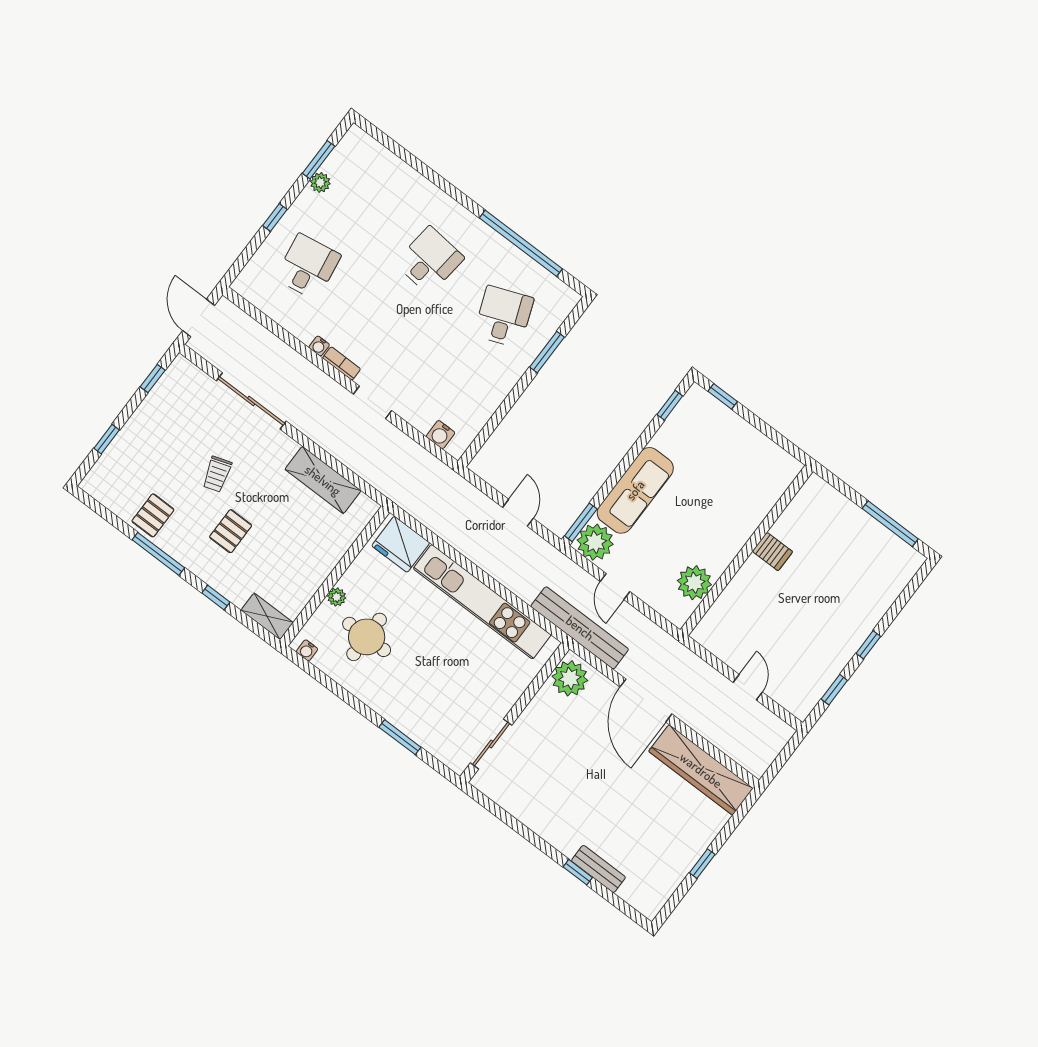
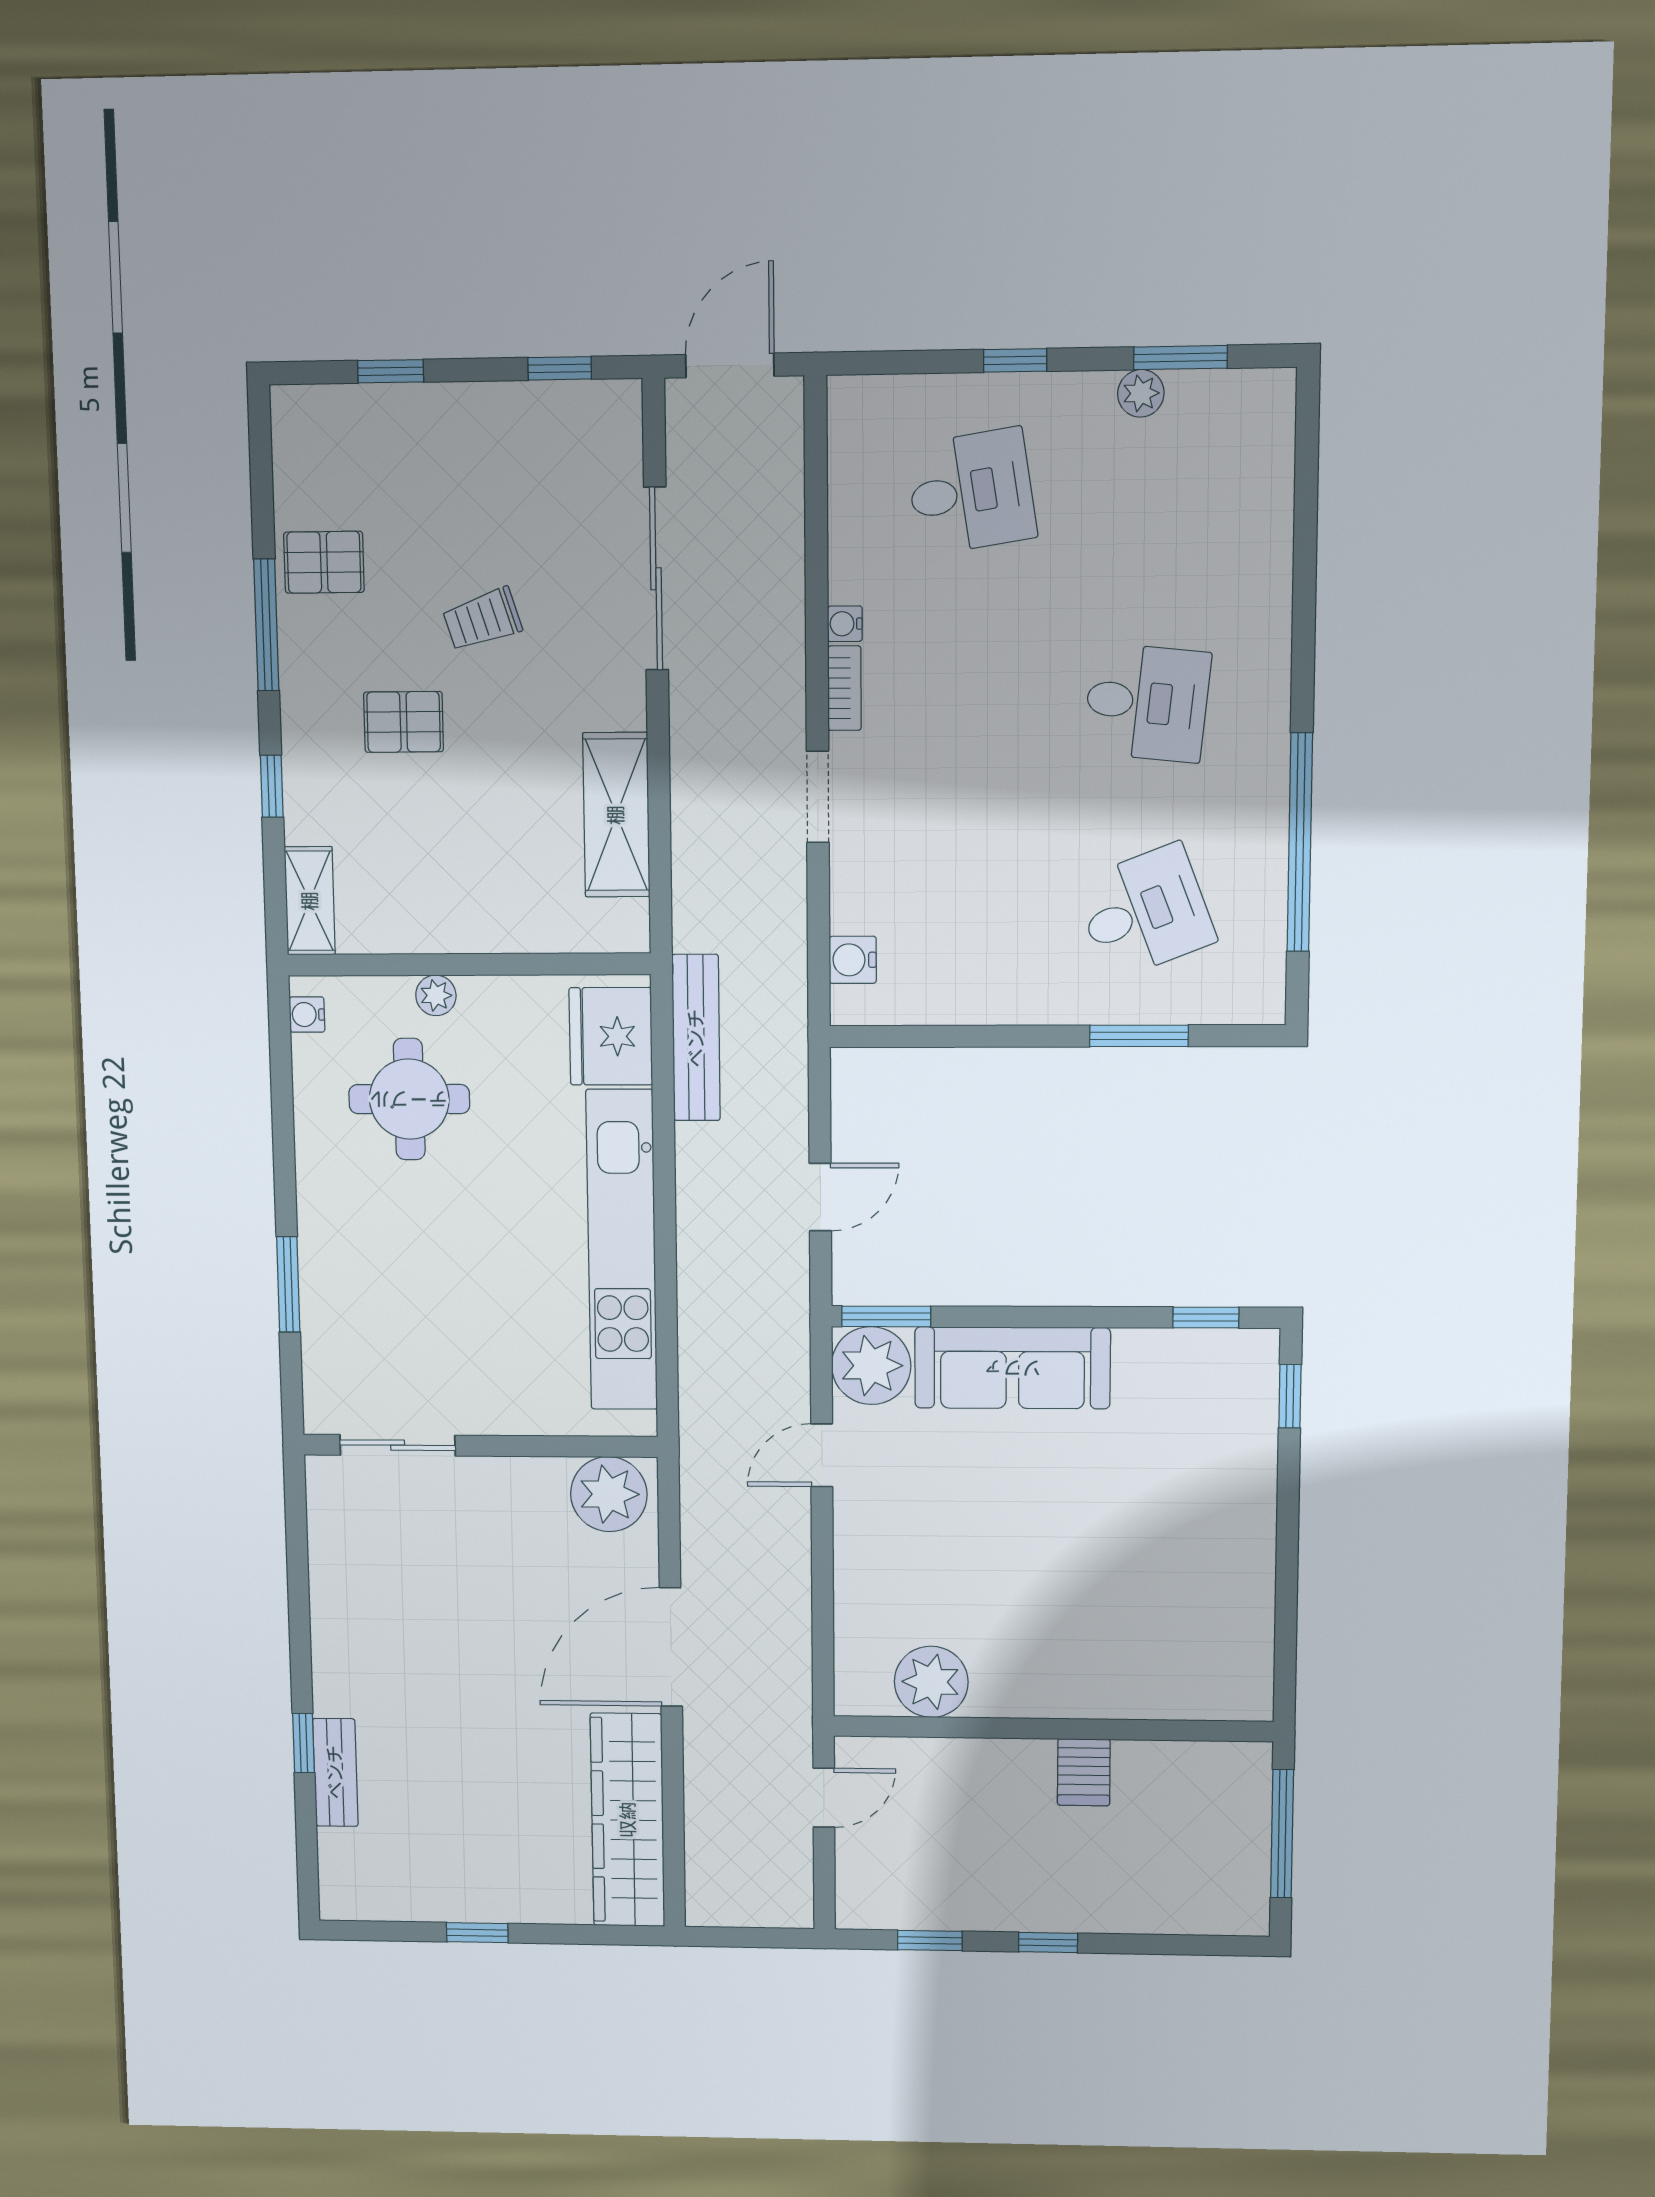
wall: (747, 551) -> (1052, 1729), moved
server rack: (772, 551) -> (1084, 1772), moved
plant: (694, 583) -> (931, 1682), moved
bench: (580, 628) -> (696, 1038), moved, width x0.73, depth x0.82

